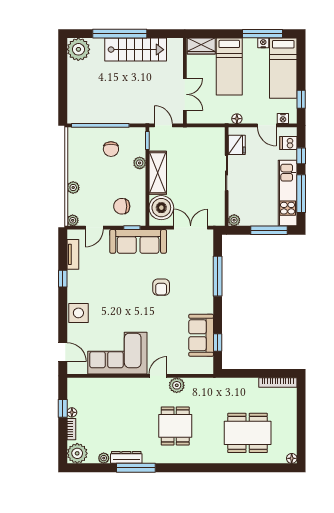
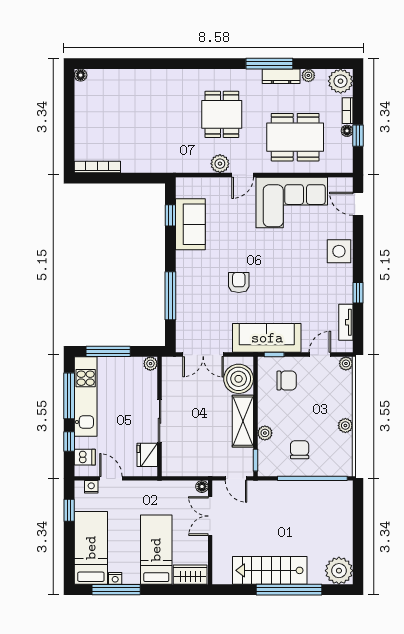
floor lamp: (237, 119) -> (202, 487), moved
plant: (73, 188) -> (345, 426), moved
dining table: (248, 433) -> (295, 137), moved

